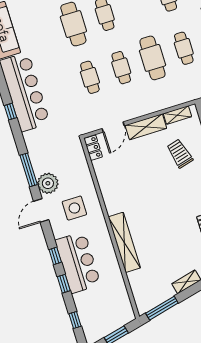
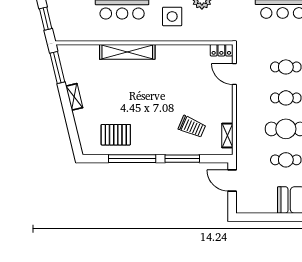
shelving: (146, 127) -> (226, 104), removed
trolley: (180, 154) -> (192, 127), turned 38

